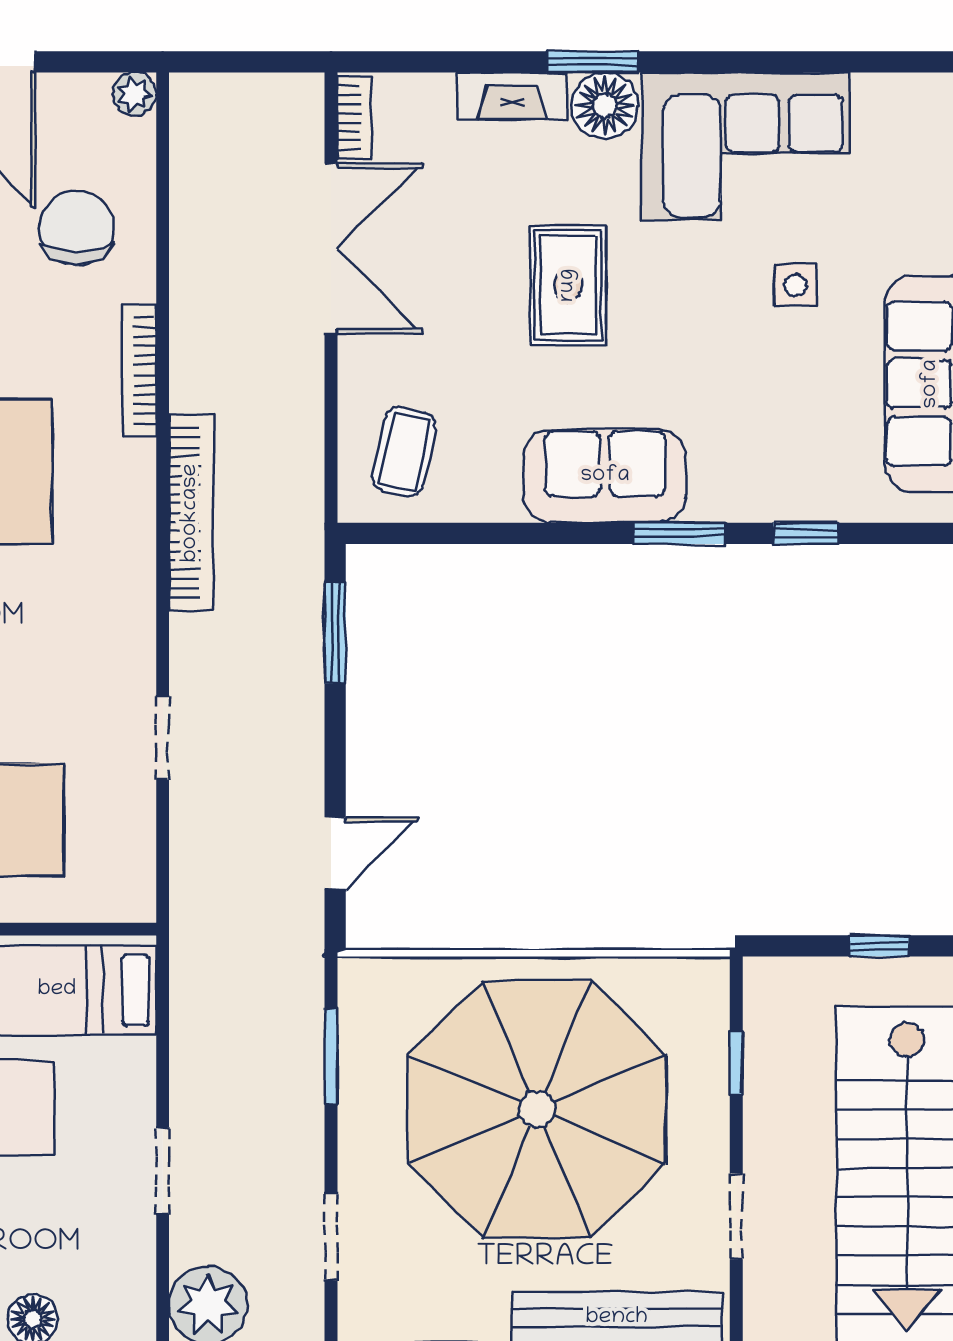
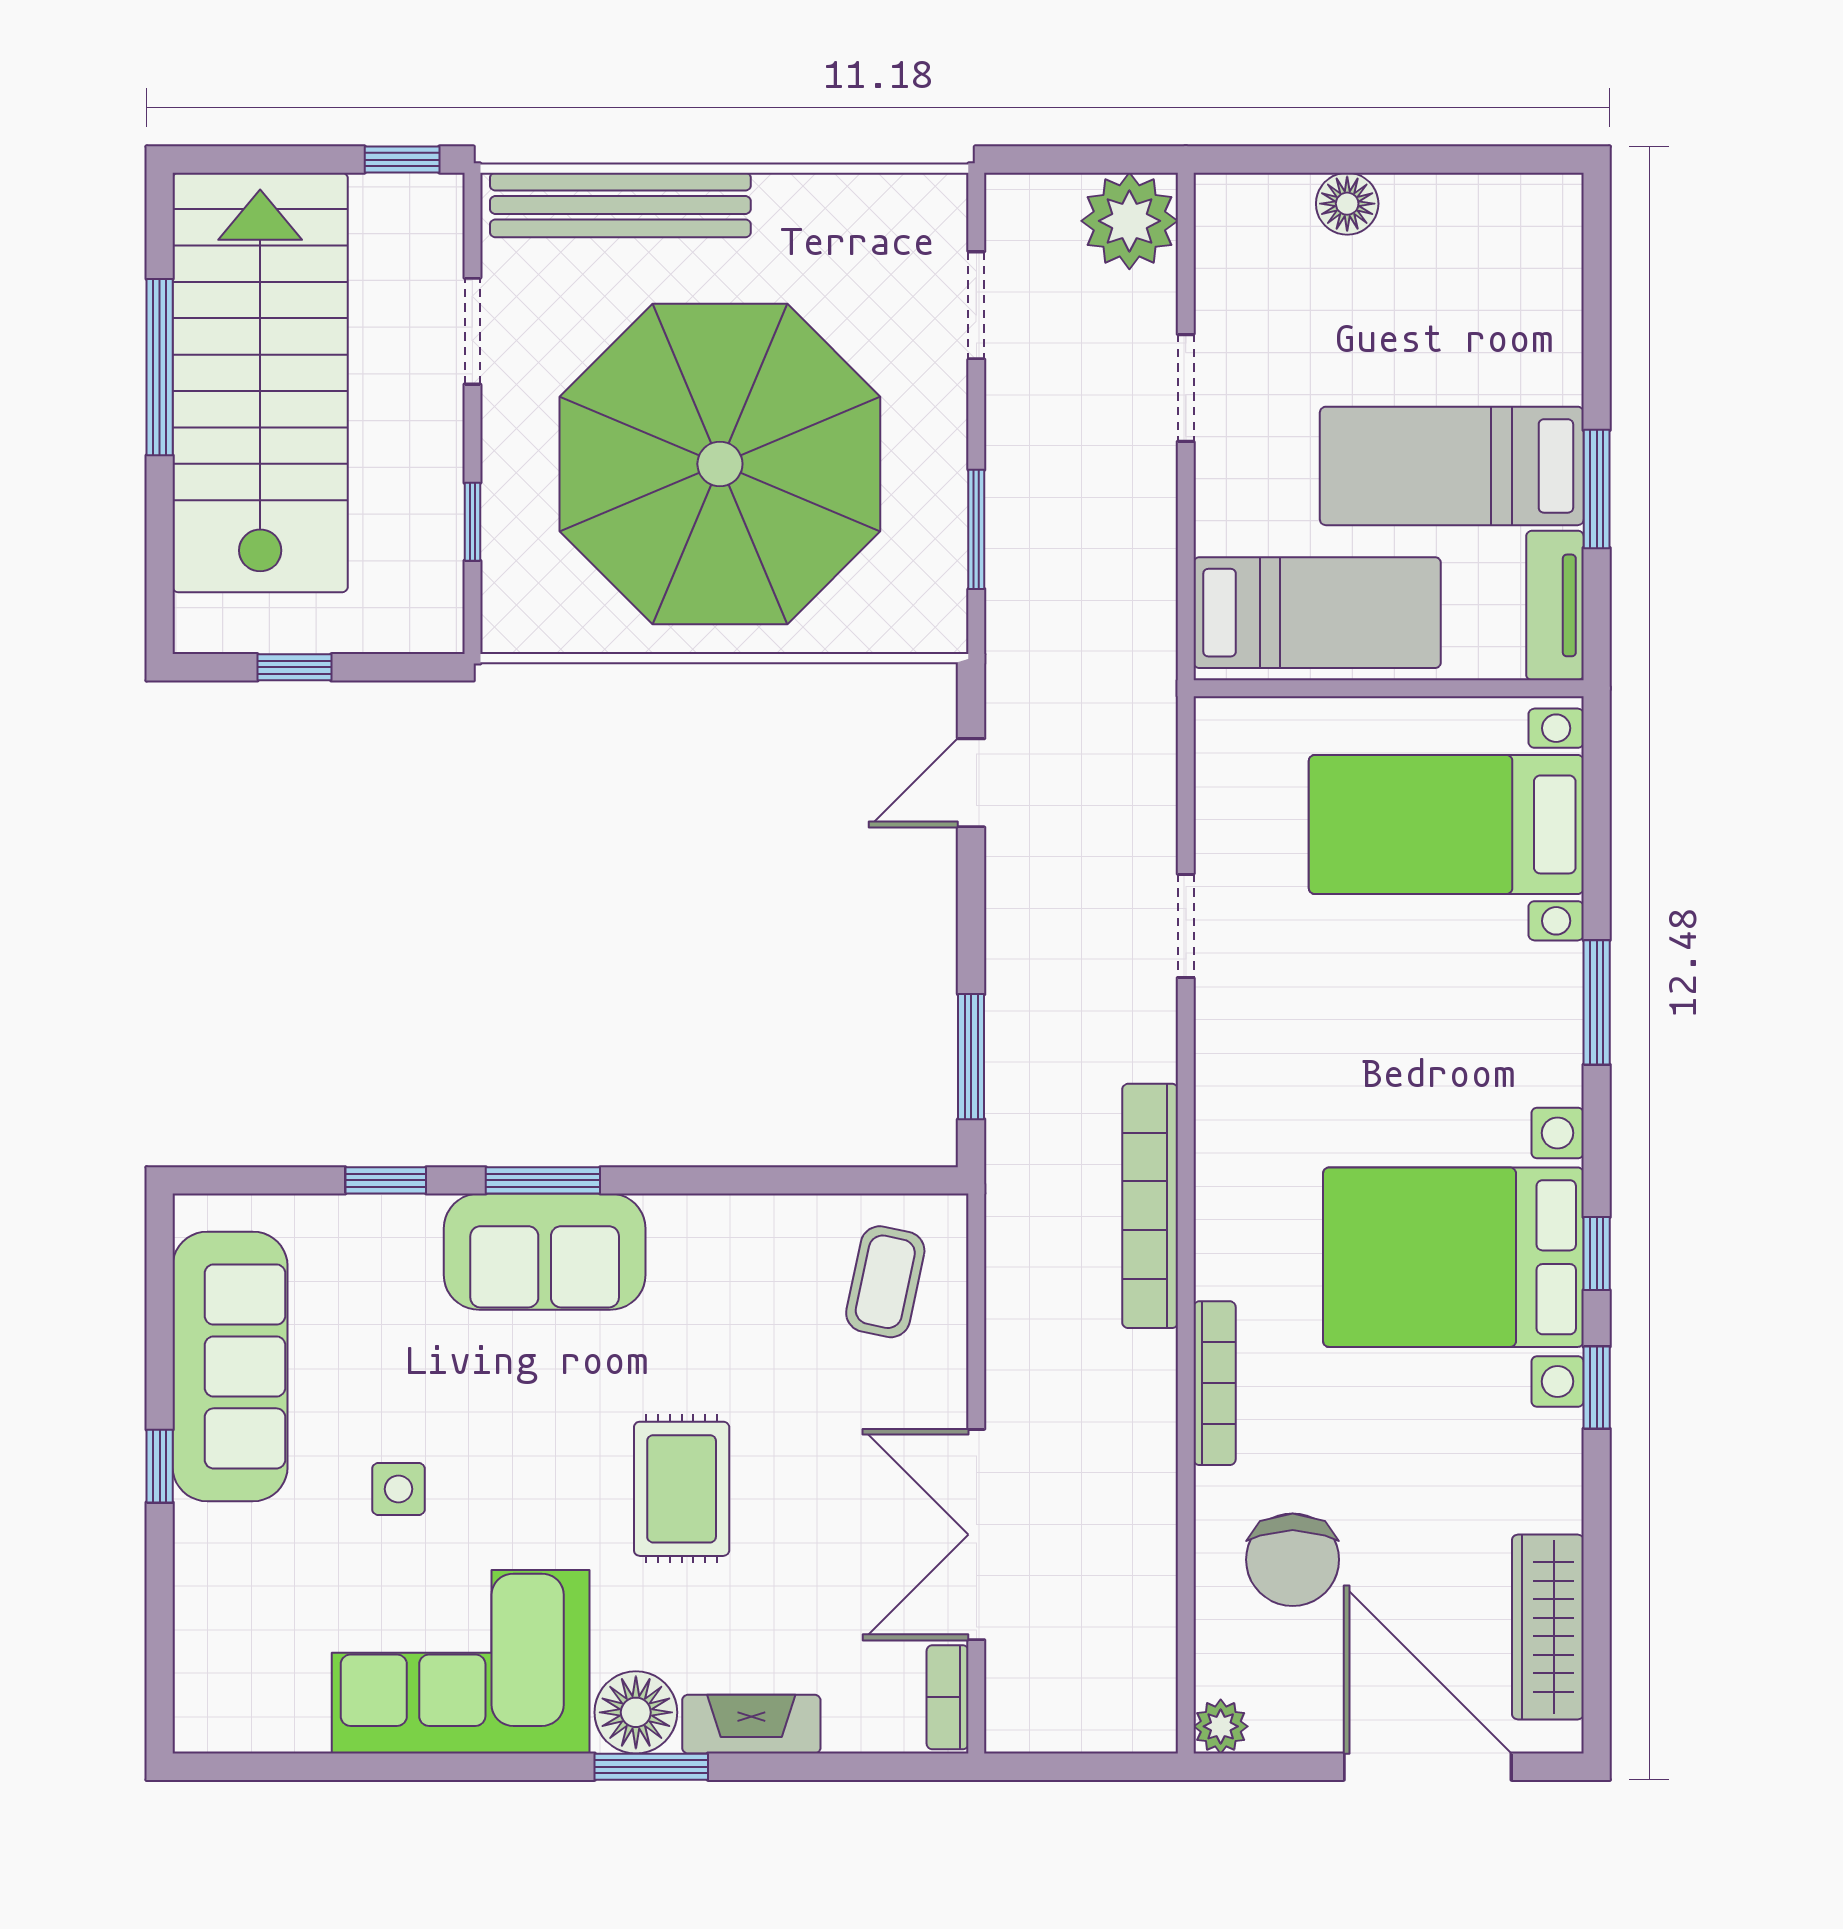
sofa: (605, 476) -> (545, 1252), moved

